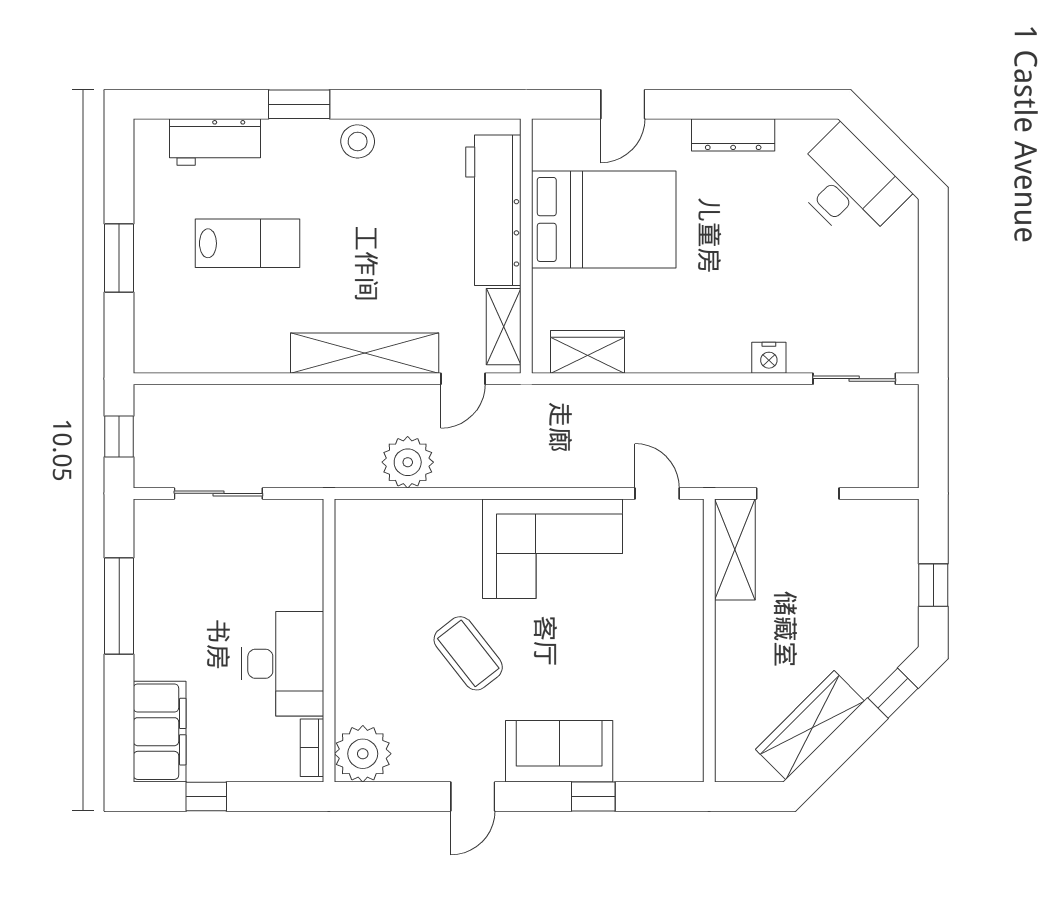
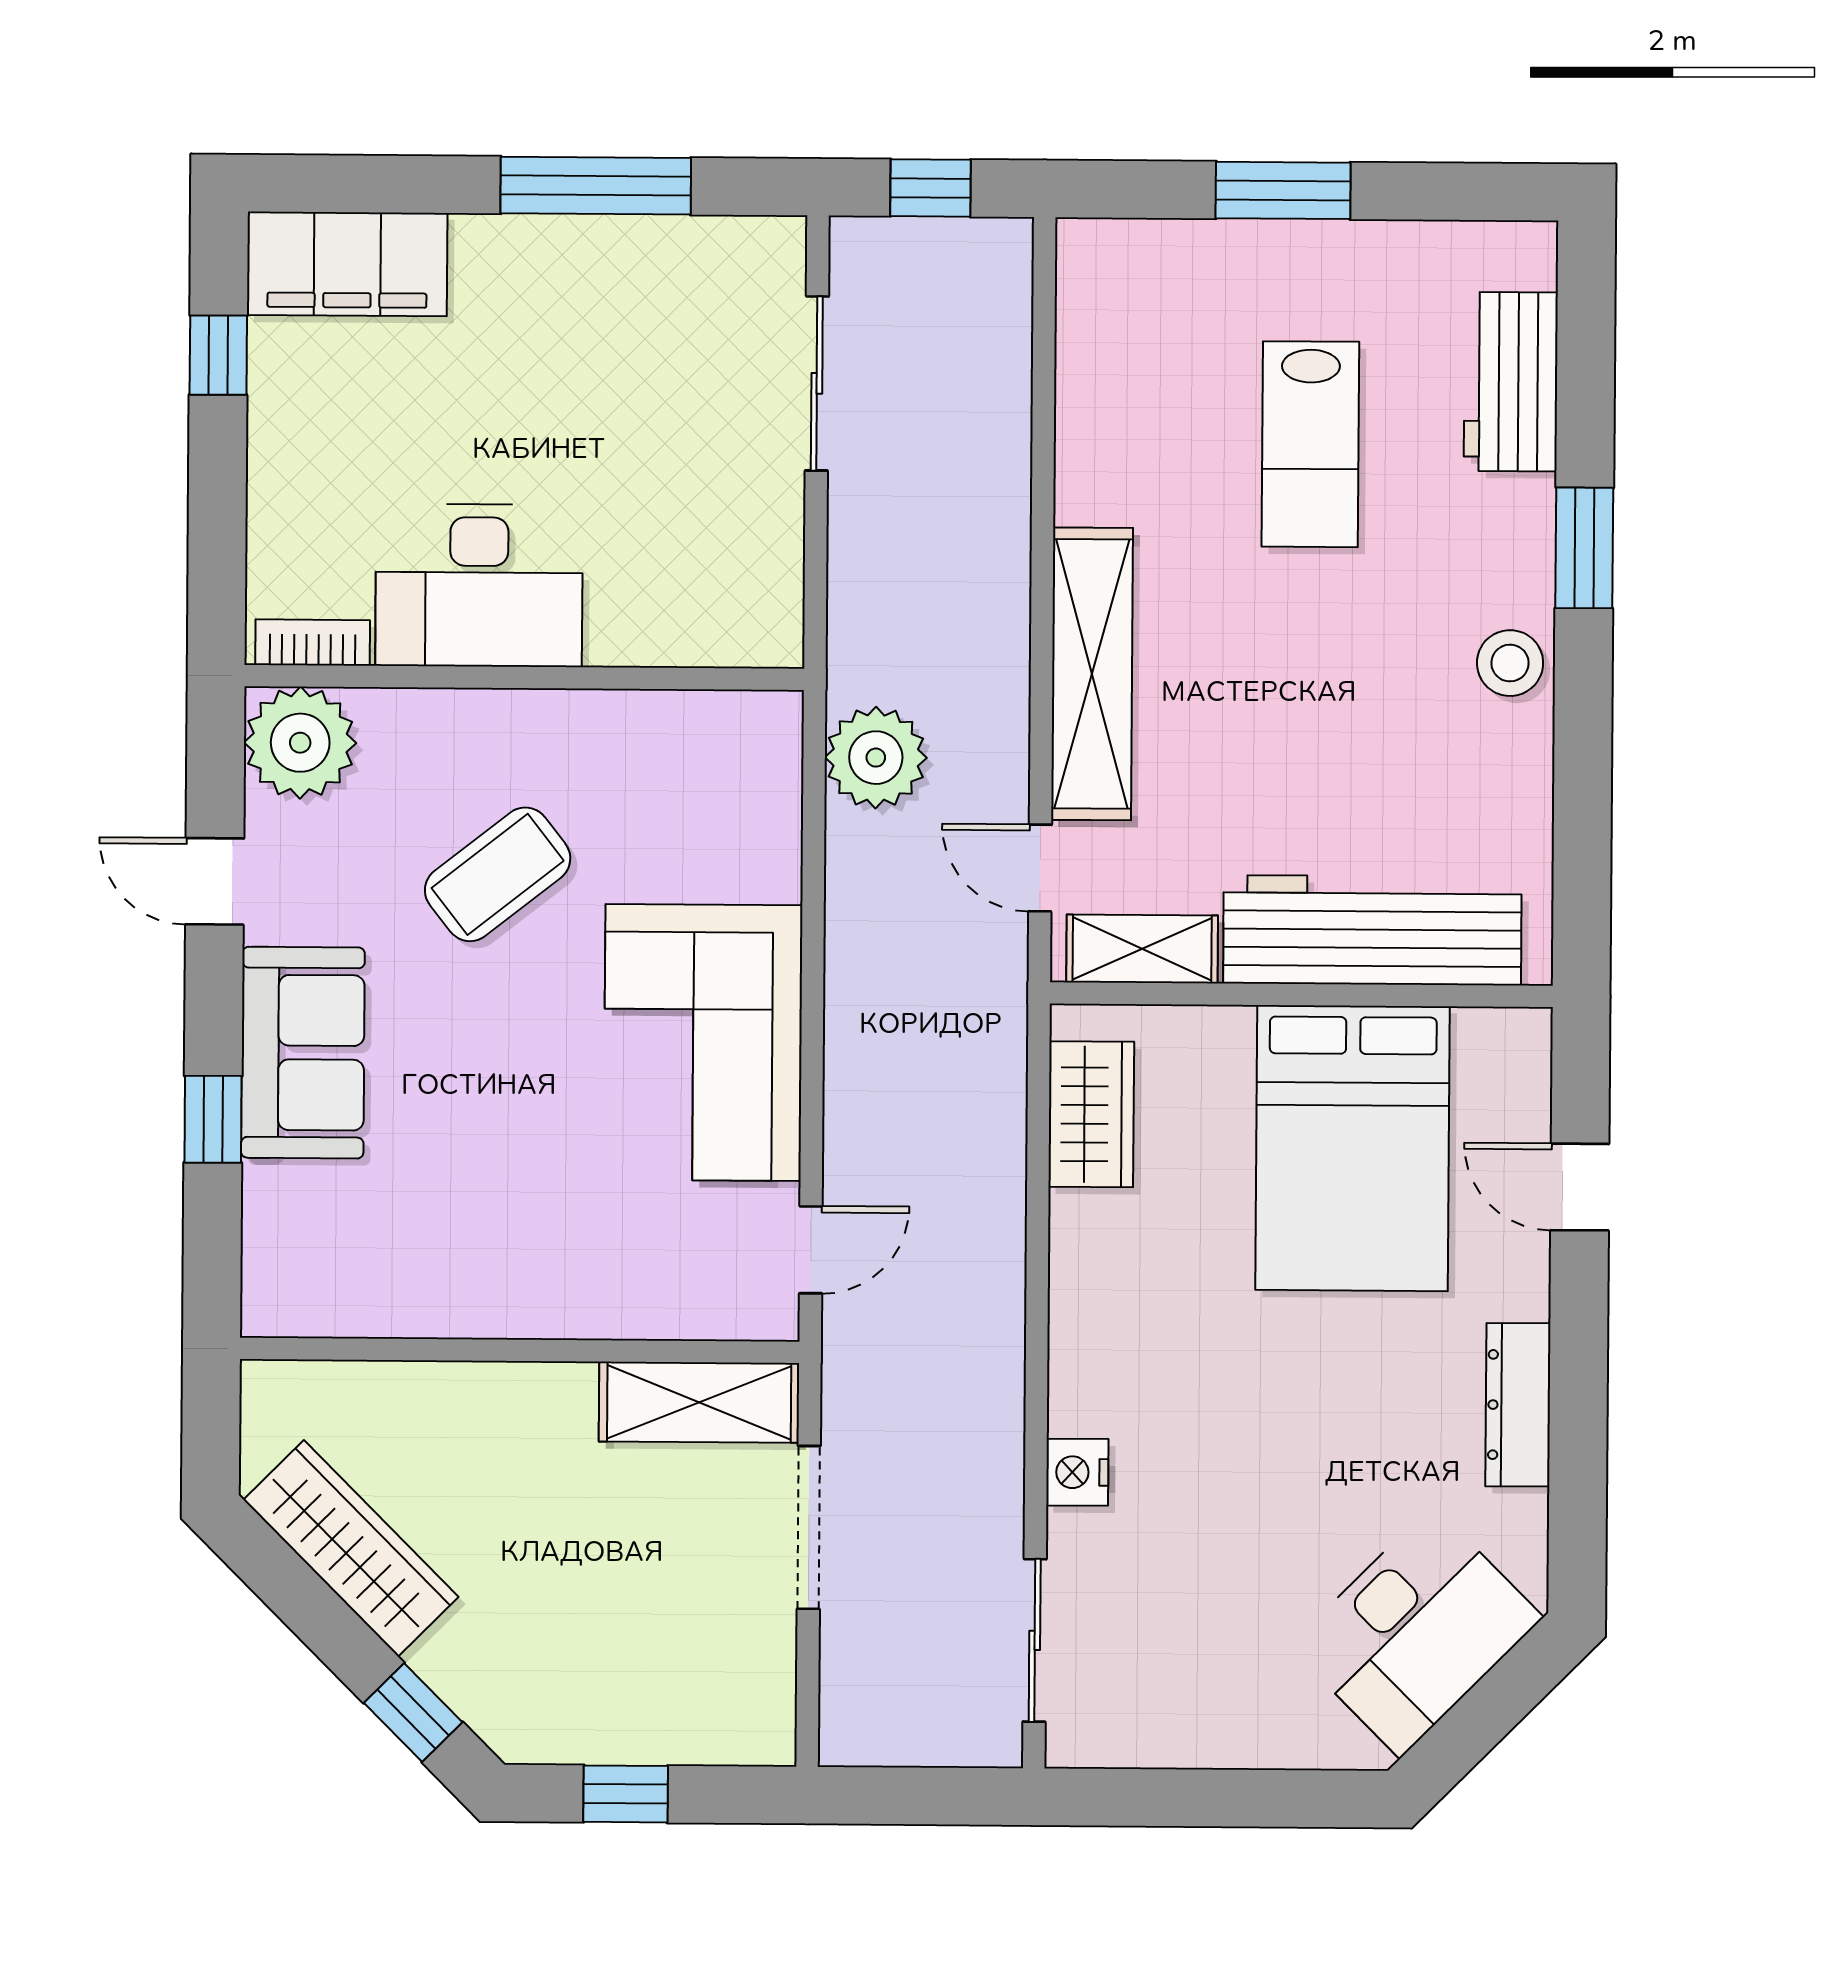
wall: (329, 641) -> (524, 677), moved
desk: (282, 664) -> (479, 585), moved
bookcase: (312, 748) -> (313, 642), moved
plant: (363, 754) -> (300, 743), moved

